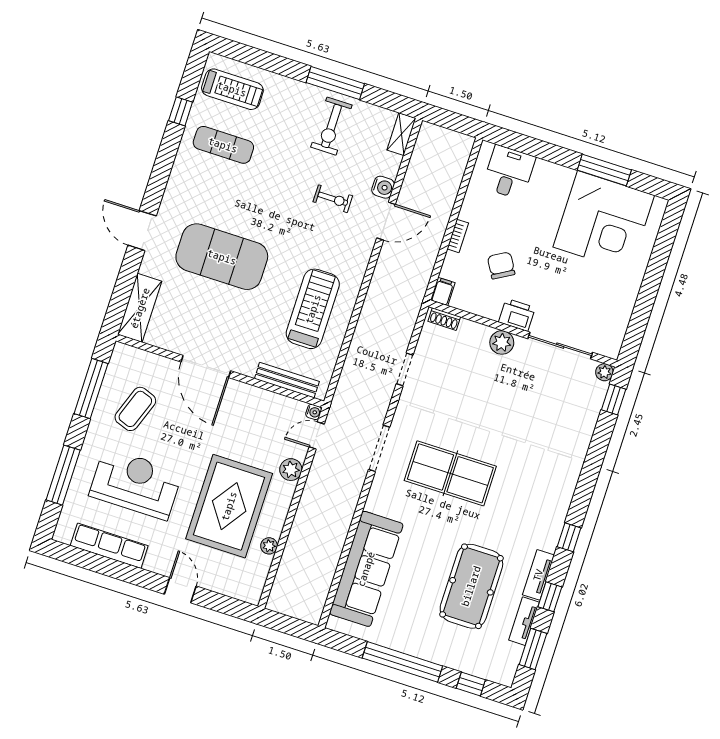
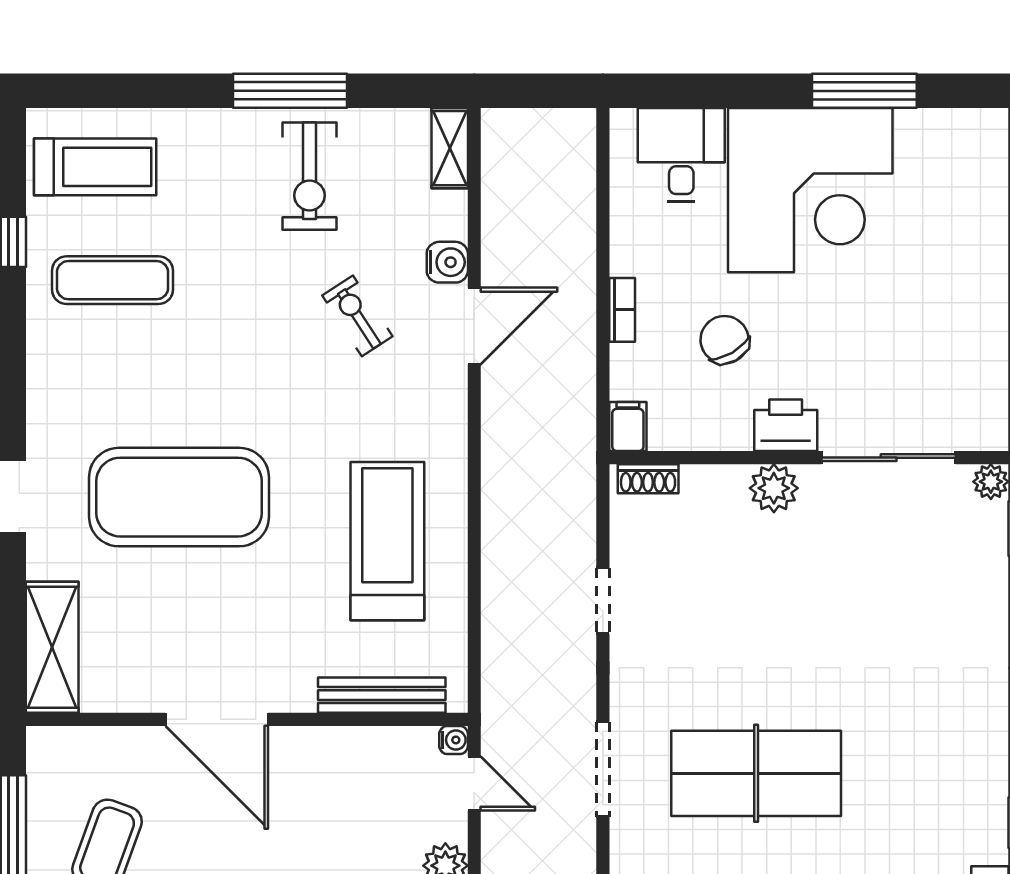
exercise bike: (333, 199) -> (357, 316), turned -123
corner desk: (604, 221) -> (810, 190), moved
door: (317, 435) -> (474, 783), swing flipped

